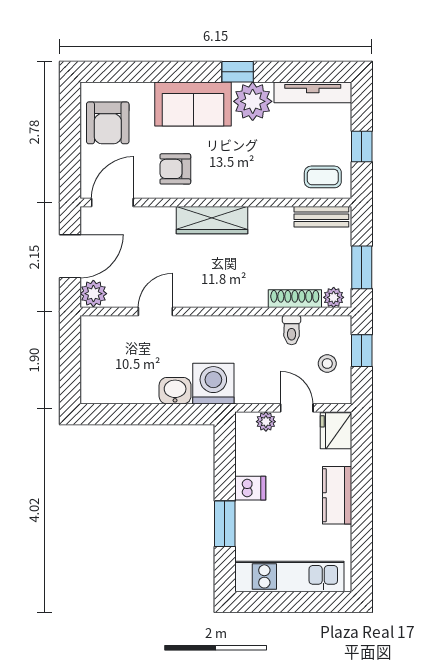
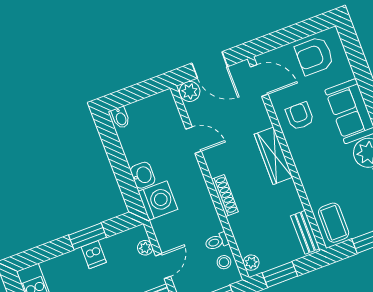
coffee table: (323, 177) -> (334, 223), width x1.36, depth x1.30
shoe rack: (295, 299) -> (225, 196), moved
stool: (327, 364) -> (224, 262), moved
bidet: (93, 391) -> (121, 118), added
window: (225, 524) -> (88, 236), moved

